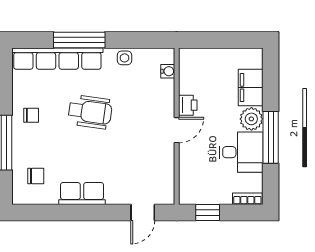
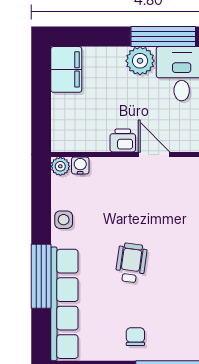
plant: (167, 55) -> (60, 166), added
filing cabinet: (251, 88) -> (66, 69), moved, turned -90
wheelchair: (90, 112) -> (131, 263), width x0.73, depth x0.73

